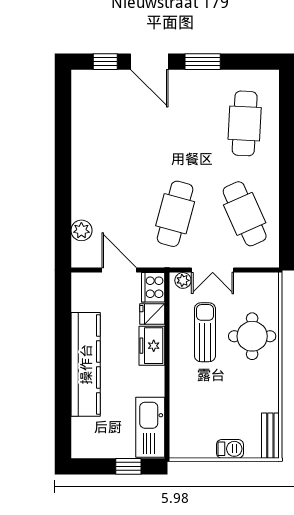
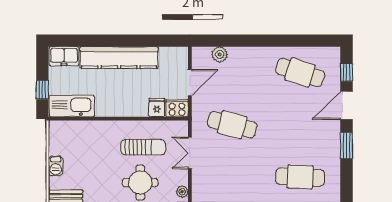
cafe table: (245, 214) -> (300, 72), moved, turned 42
plant: (183, 280) -> (182, 192), moved
freezer: (152, 346) -> (64, 56), moved, turned 180

